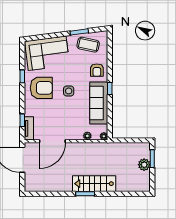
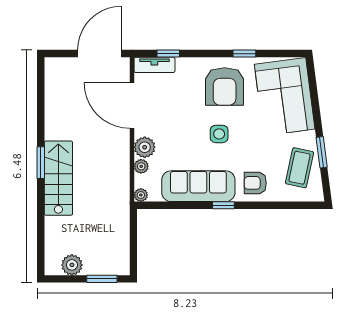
plant: (76, 134) -> (145, 147), added
plant: (144, 165) -> (72, 265), moved

